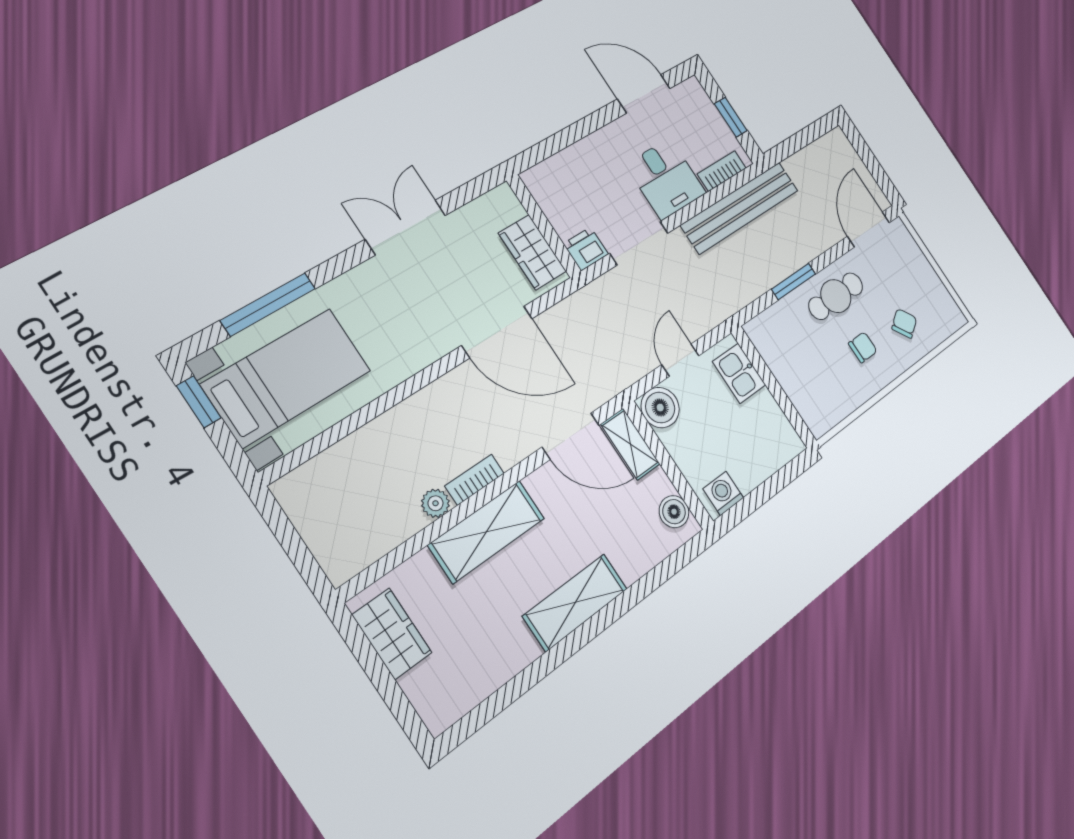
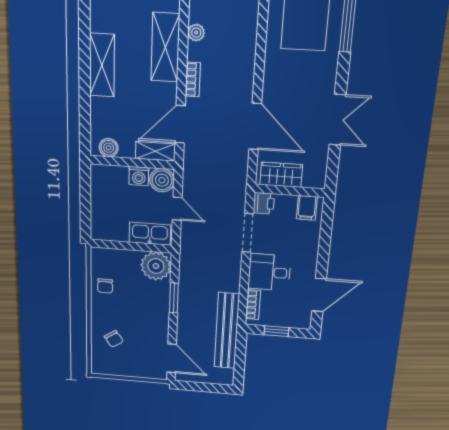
filing cabinet: (548, 188) -> (307, 208), added
bench: (740, 208) -> (227, 331), moved
cafe table: (836, 296) -> (152, 314), removed
door: (497, 332) -> (255, 126), swing flipped
plant: (773, 335) -> (156, 266), added
chair: (863, 347) -> (105, 286), moved
kitchen sink: (739, 373) -> (150, 234), width x1.38
bookcase: (475, 480) -> (193, 79), moved
washing machine: (723, 493) -> (139, 176), moved, turned 90

